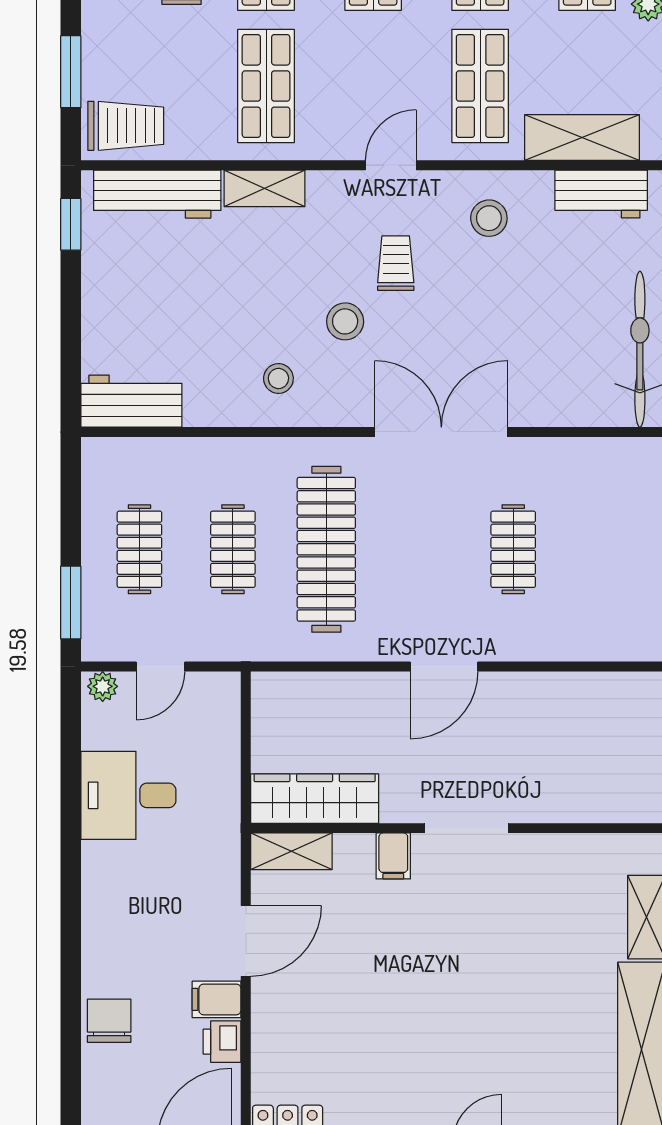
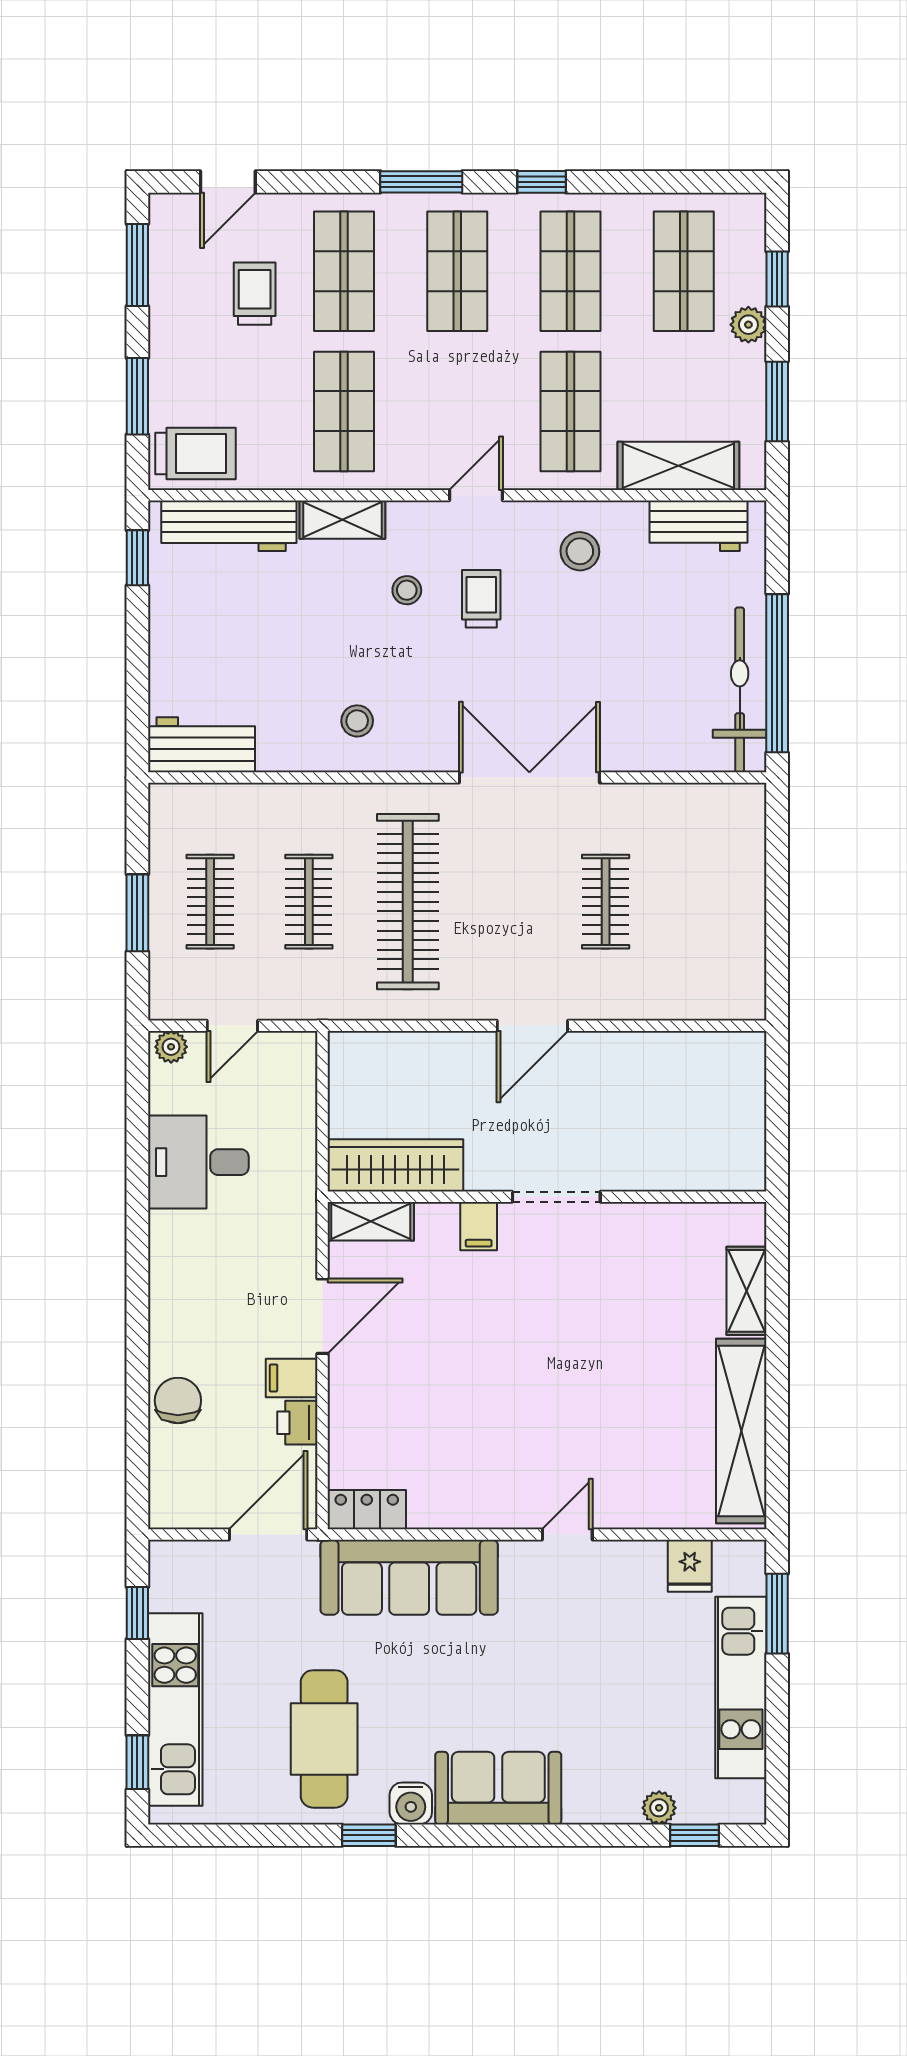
stool: (345, 321) -> (407, 590), moved, width x0.73, depth x0.73
window: (71, 603) -> (137, 913), moved

